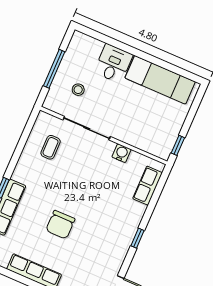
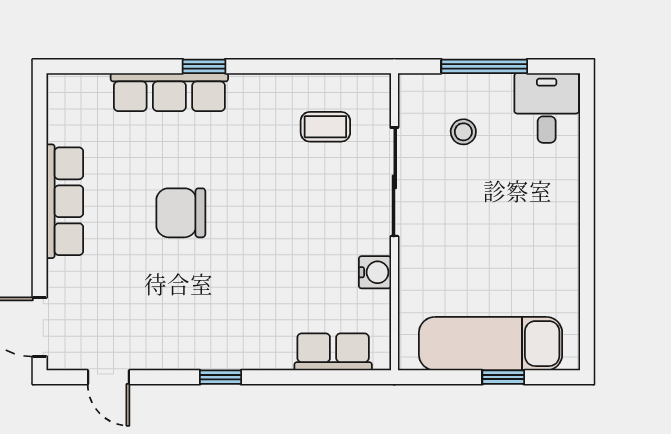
desk: (113, 64) -> (547, 108), moved, turned -90
exam couch: (160, 80) -> (491, 344), moved, turned 90
window: (178, 145) -> (503, 377), moved

